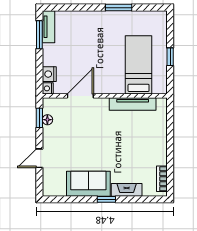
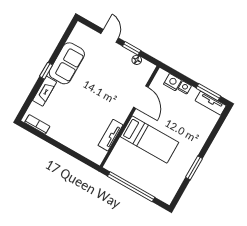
window: (170, 57) -> (131, 187), width x3.17
bed: (139, 65) -> (150, 140), moved
nightstand: (48, 88) -> (185, 87), moved
tv unit: (133, 104) -> (110, 135), width x0.71
window: (39, 118) -> (132, 48), moved

